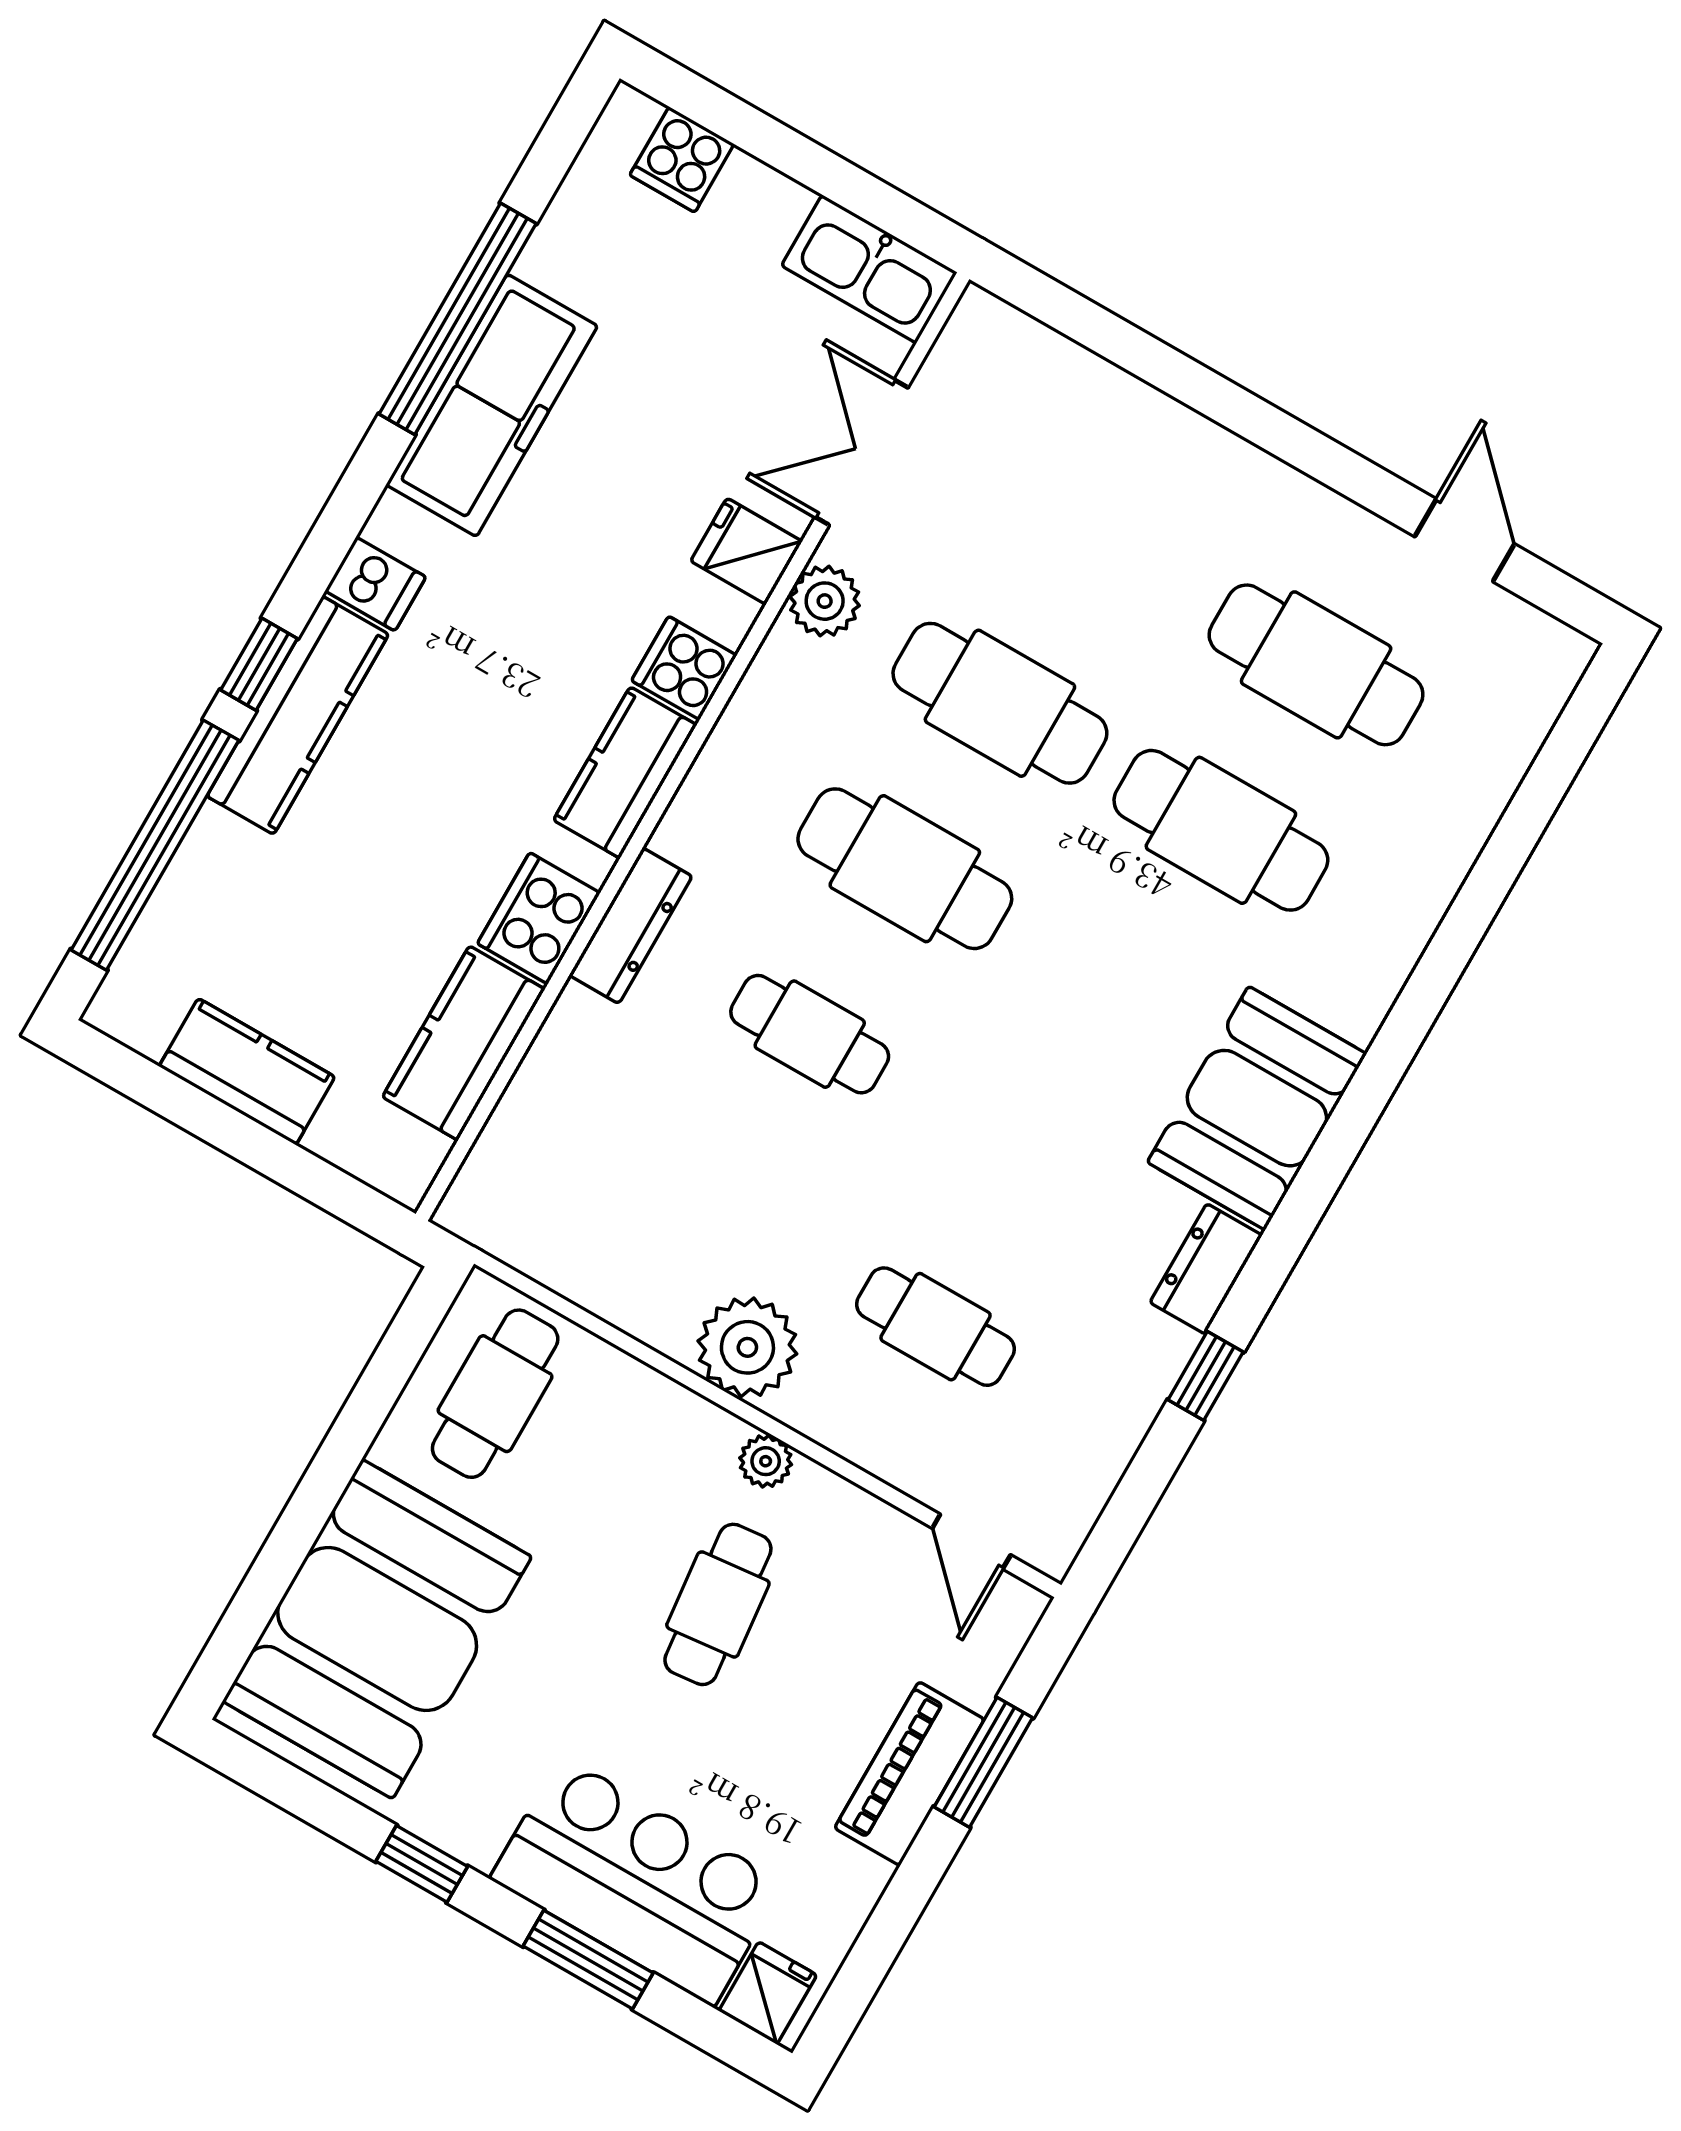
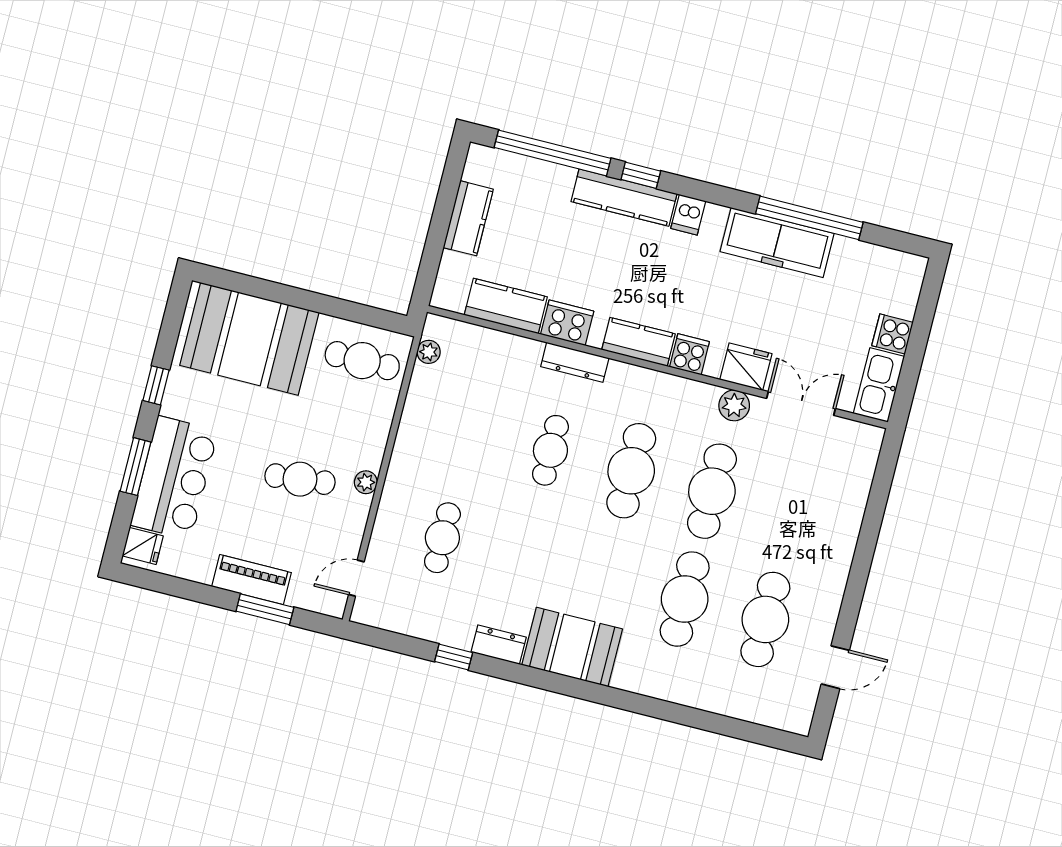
cooker: (682, 160) -> (893, 334), moved
fridge: (746, 551) -> (746, 367), width x1.38
plant: (747, 1347) -> (429, 352), moved, width x0.53, depth x0.53

